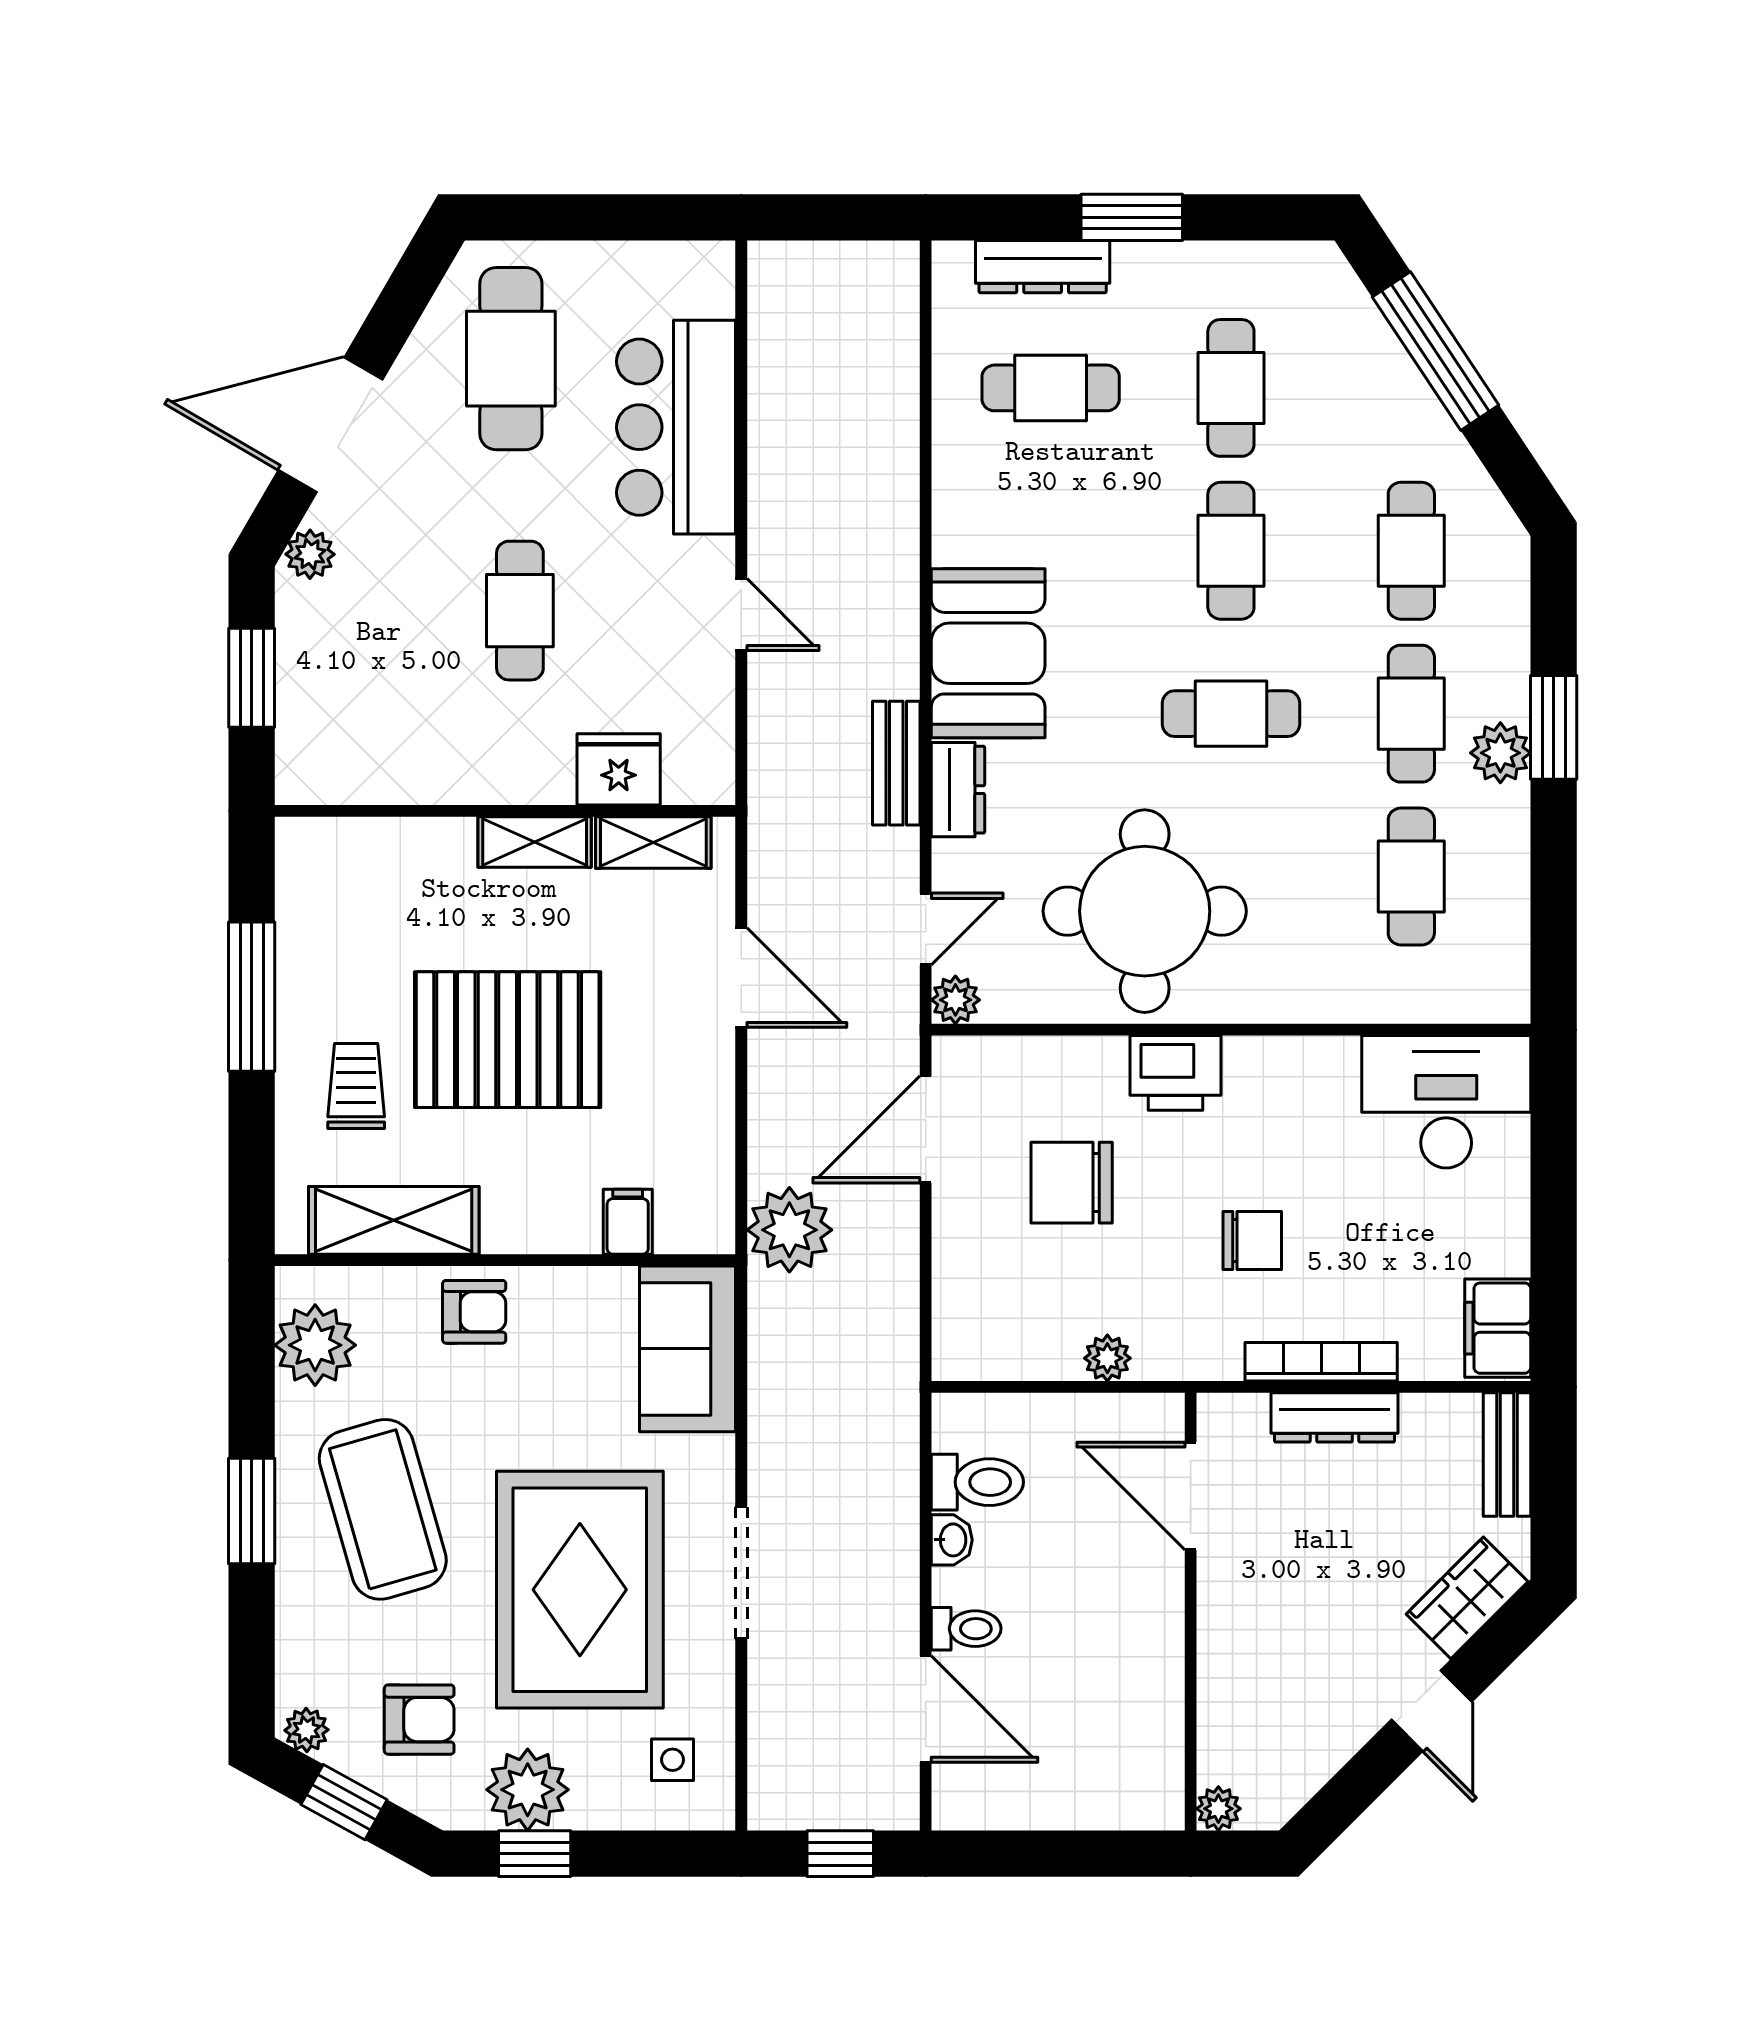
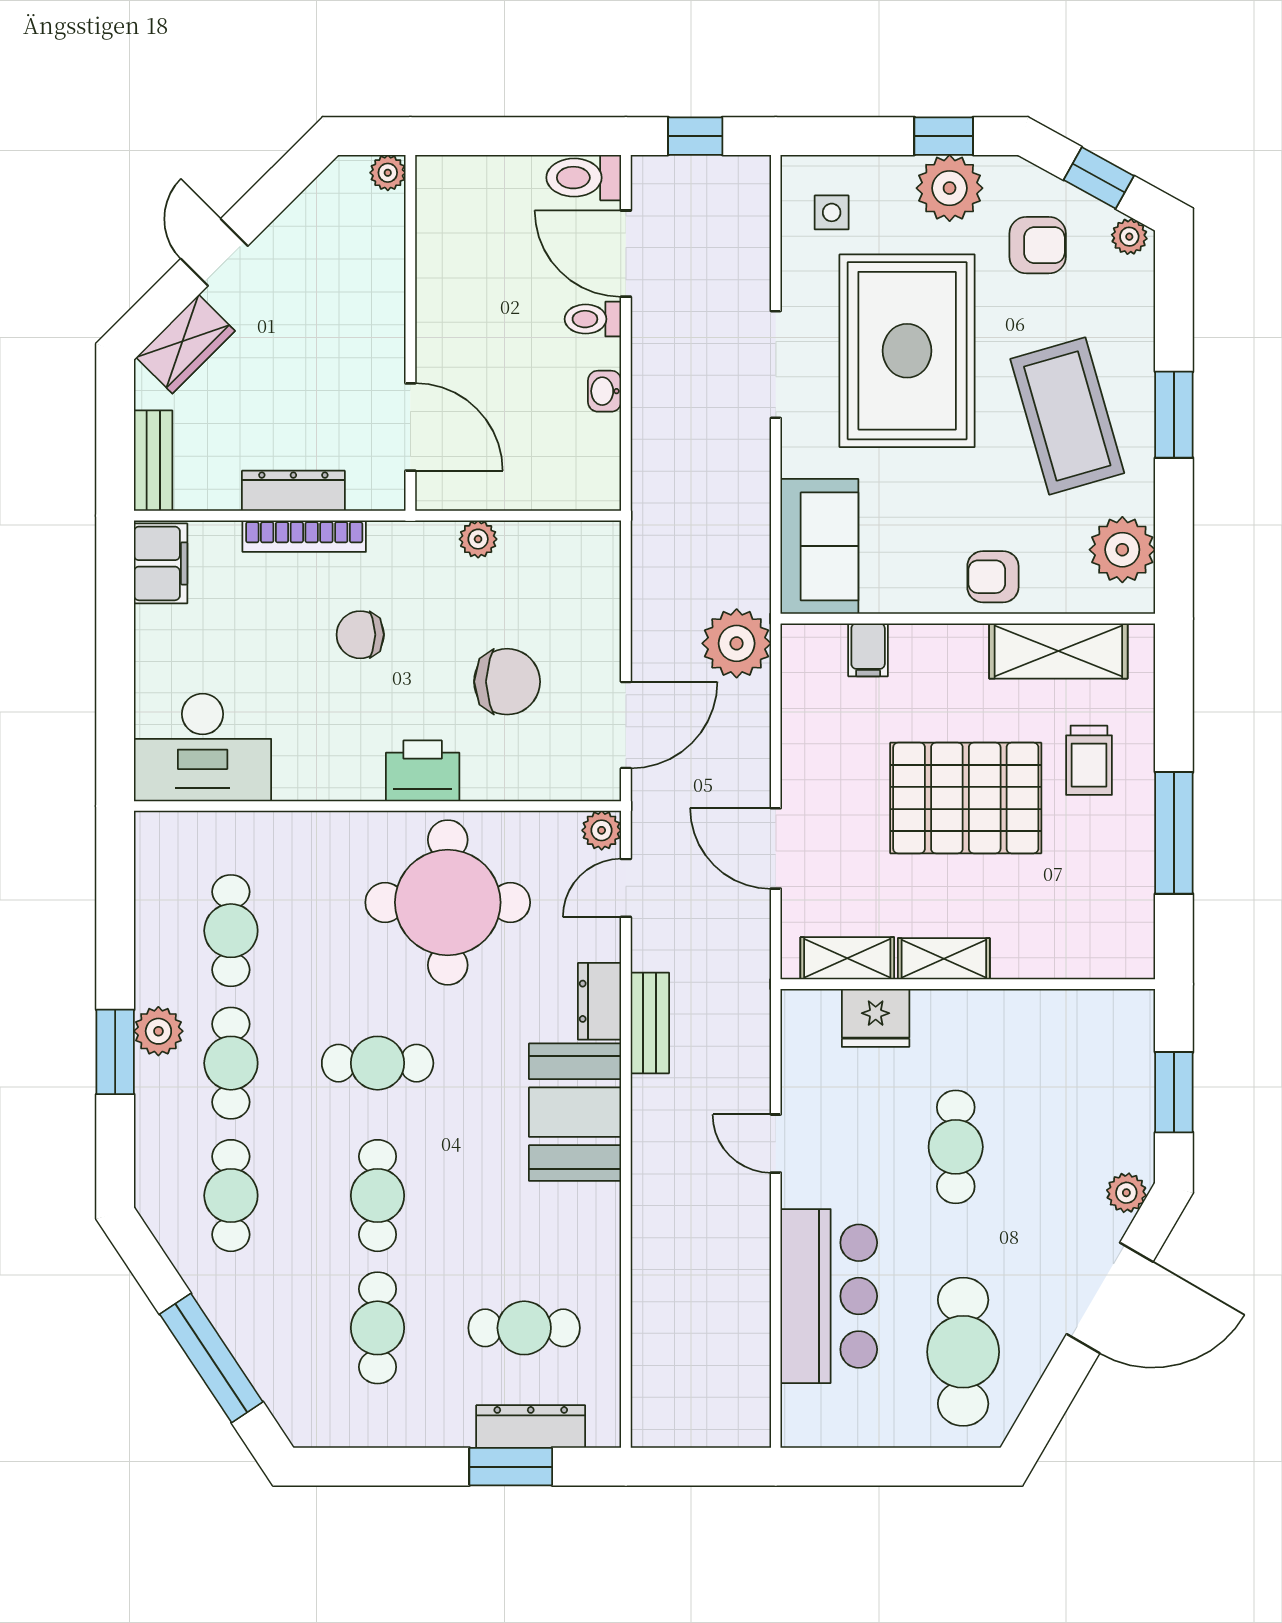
window: (1132, 217) -> (511, 1467), moved
toilet: (977, 1482) -> (584, 178), moved
armchair: (419, 1720) -> (1038, 245), turned 180

